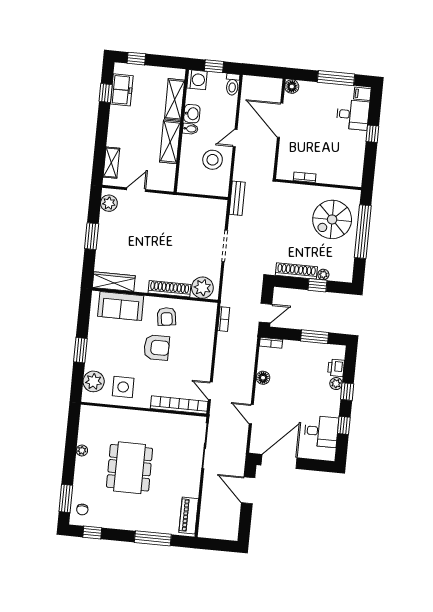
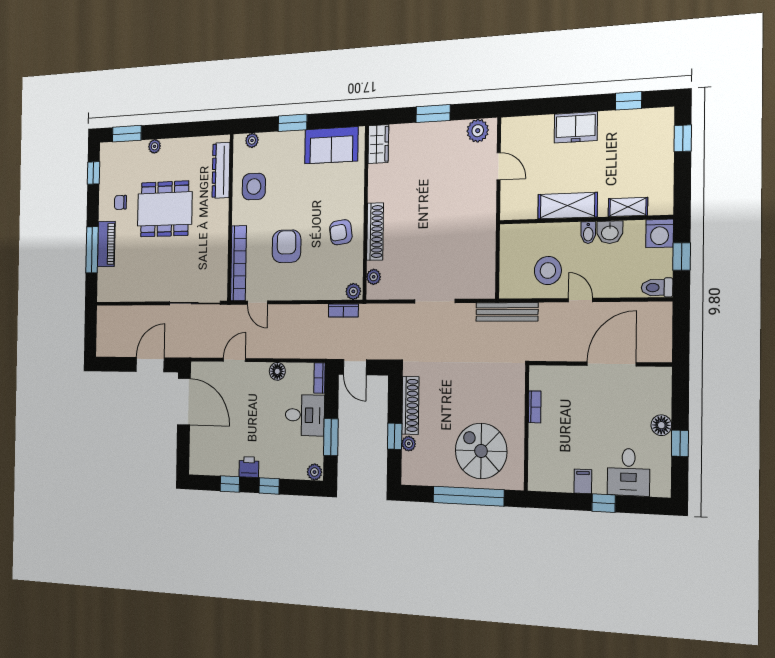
window: (336, 78) -> (680, 443), width x0.46
floor lamp: (292, 87) -> (661, 425), moved
freezer: (122, 90) -> (576, 127), moved
filing cabinet: (362, 94) -> (583, 481), moved
shelving: (175, 99) -> (628, 207), width x0.67, depth x0.75
shelving: (111, 163) -> (532, 125), removed
bench: (237, 198) -> (507, 312), width x1.36
wardrobe: (114, 282) -> (378, 144), width x0.67
plant: (202, 288) -> (374, 277), width x0.53, depth x0.53
sofa: (121, 306) -> (331, 145), moved, turned -90
plant: (211, 310) -> (353, 291), added
armchair: (156, 348) -> (287, 246), moved, turned 180
printer: (336, 368) -> (249, 467), moved
plant: (94, 381) -> (252, 140), width x0.53, depth x0.53
plant: (336, 384) -> (314, 472), moved
door: (210, 391) -> (257, 303), swing flipped
dresser: (107, 415) -> (221, 170), added
desk: (321, 431) -> (305, 415), moved, turned -90
plant: (82, 451) -> (155, 146), moved
chair: (82, 509) -> (120, 202), moved
piano: (189, 516) -> (106, 244), moved, turned 90

